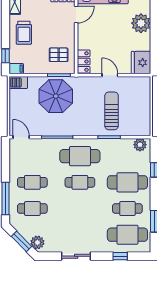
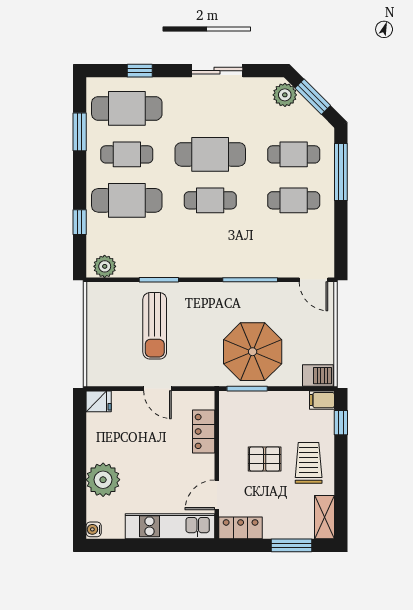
pallet: (59, 55) -> (265, 459), moved
locker: (84, 62) -> (204, 431), moved
fridge: (141, 63) -> (99, 401), width x0.53, depth x0.75
cafe table: (80, 156) -> (210, 154), moved

